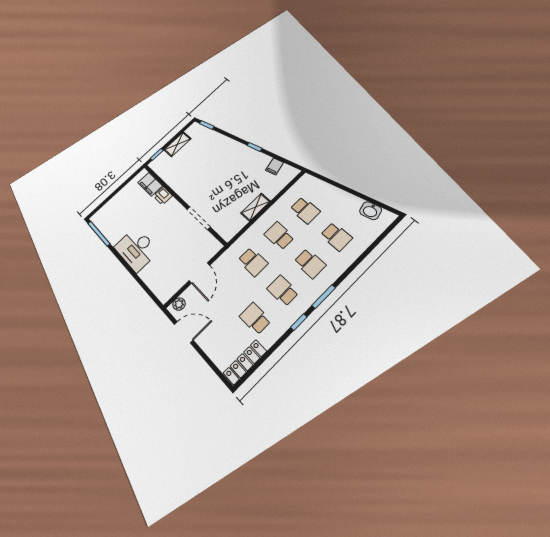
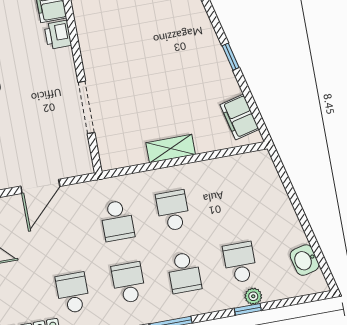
filing cabinet: (275, 166) -> (240, 117), width x2.00
school desk: (305, 210) -> (229, 200), removed
school desk: (336, 237) -> (240, 263), turned 180
plant: (358, 249) -> (253, 296), added
window: (361, 258) -> (248, 309), added

